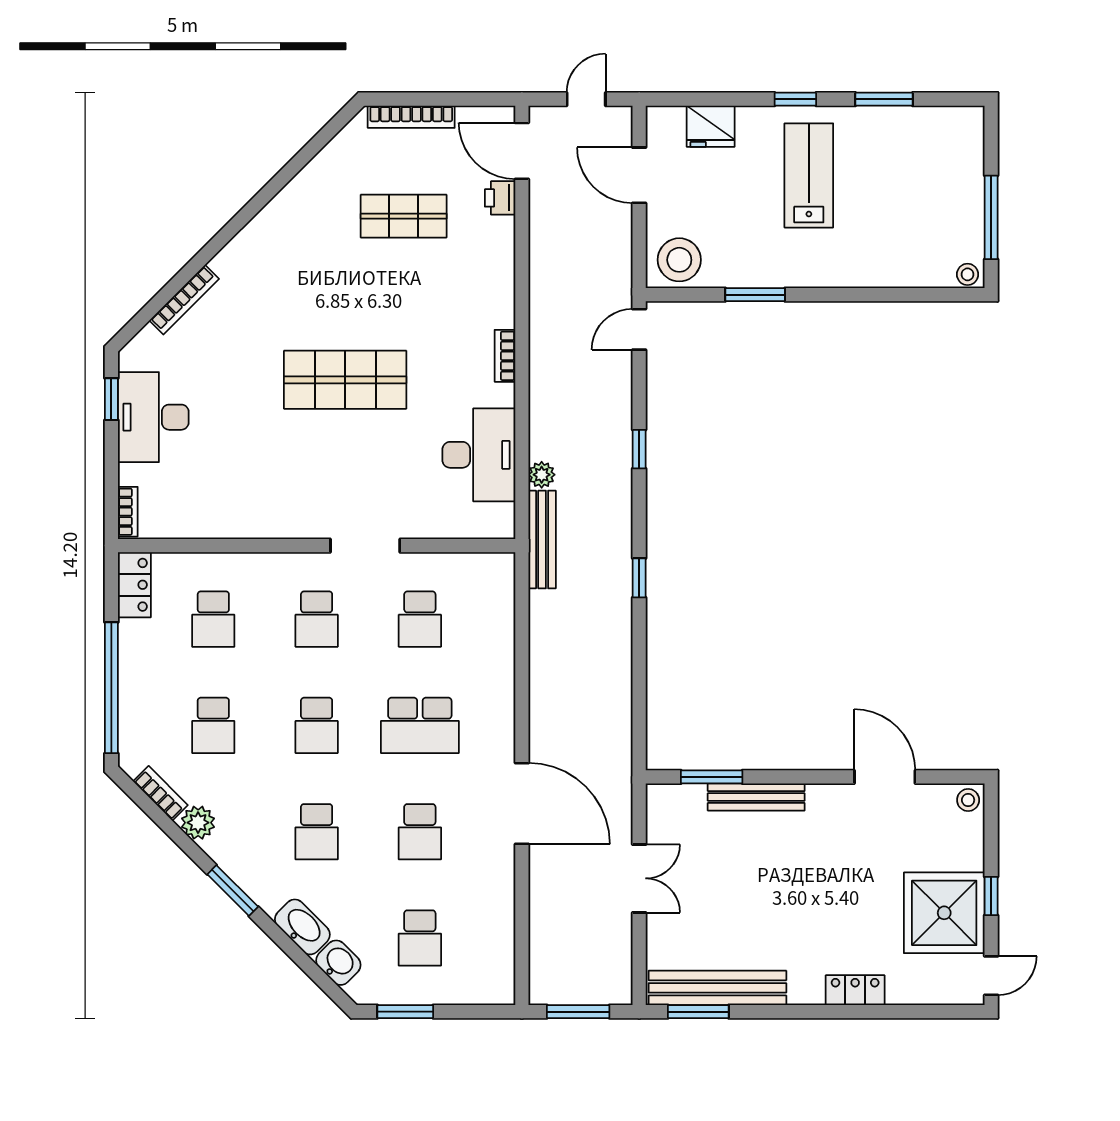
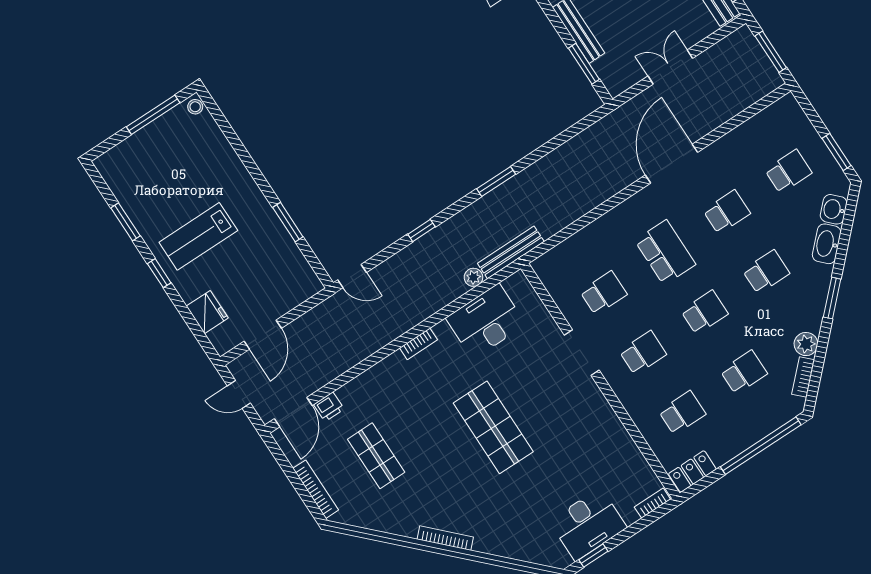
stool: (679, 260) -> (296, 279), removed
bookcase: (184, 300) -> (445, 538), moved
window: (639, 578) -> (496, 181), width x1.50

